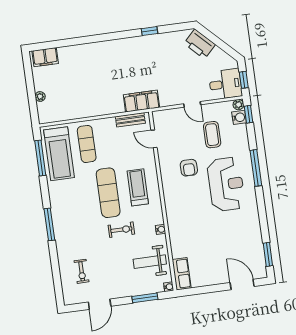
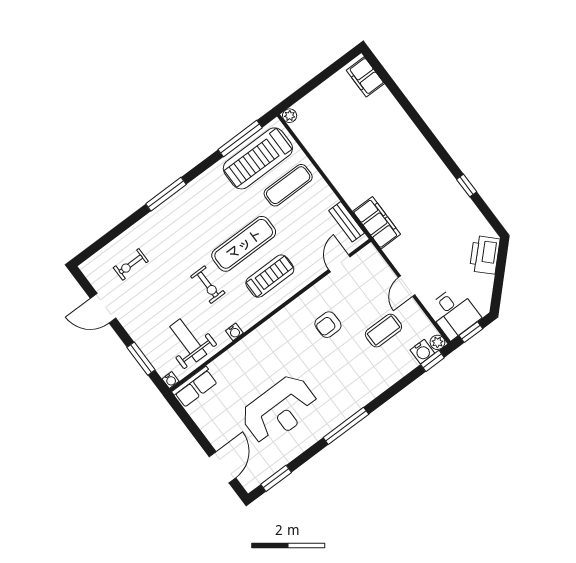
plant: (40, 96) -> (290, 116), moved
window: (256, 168) -> (346, 426), moved
reception desk: (226, 184) -> (279, 410), moved

